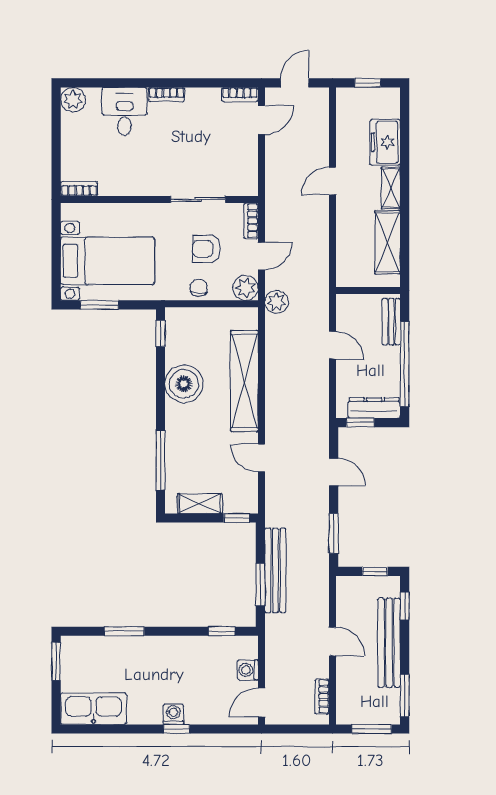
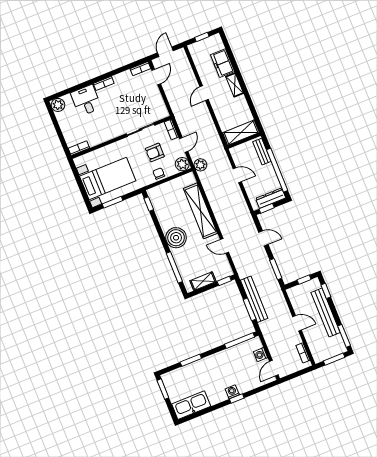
shelving: (388, 242) -> (241, 133), moved, turned 90
boiler: (184, 384) -> (176, 238), moved
window: (222, 631) -> (240, 341), width x2.17

